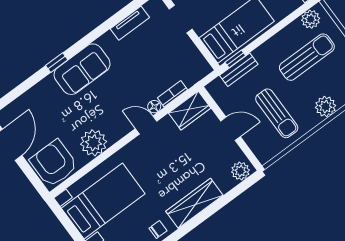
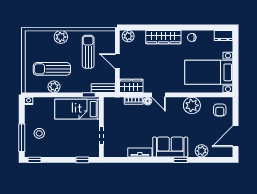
plant: (311, 19) -> (54, 87), moved
tv unit: (130, 23) -> (140, 152), moved
bench: (239, 70) -> (103, 88), moved
plant: (38, 94) -> (202, 151), added
armchair: (54, 163) -> (220, 110), width x0.53, depth x0.53

